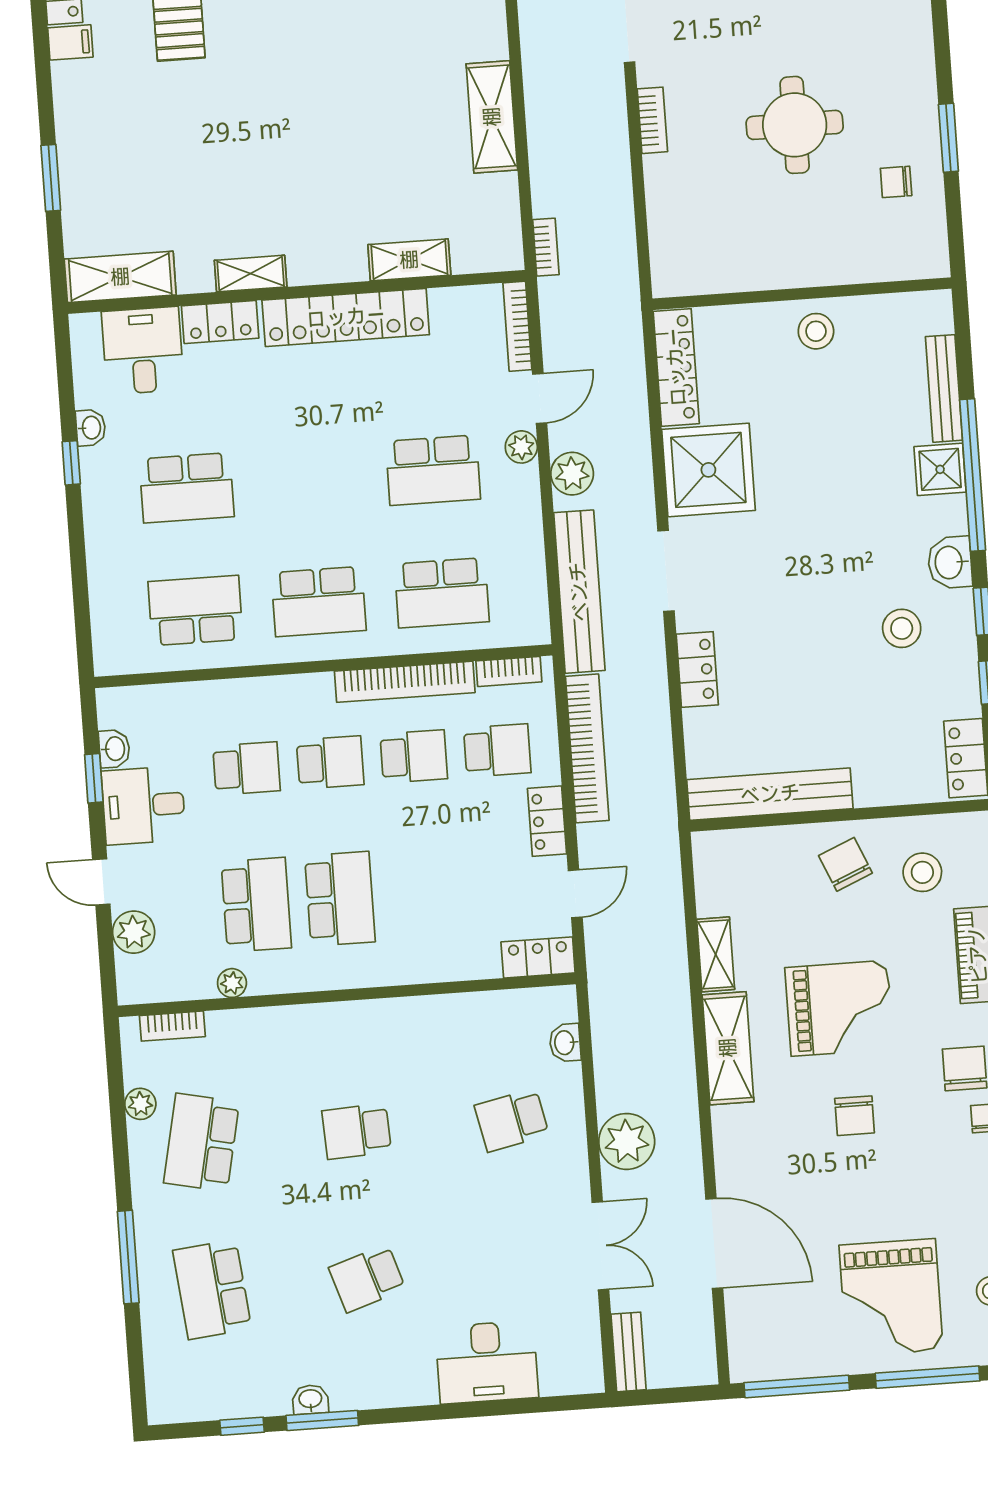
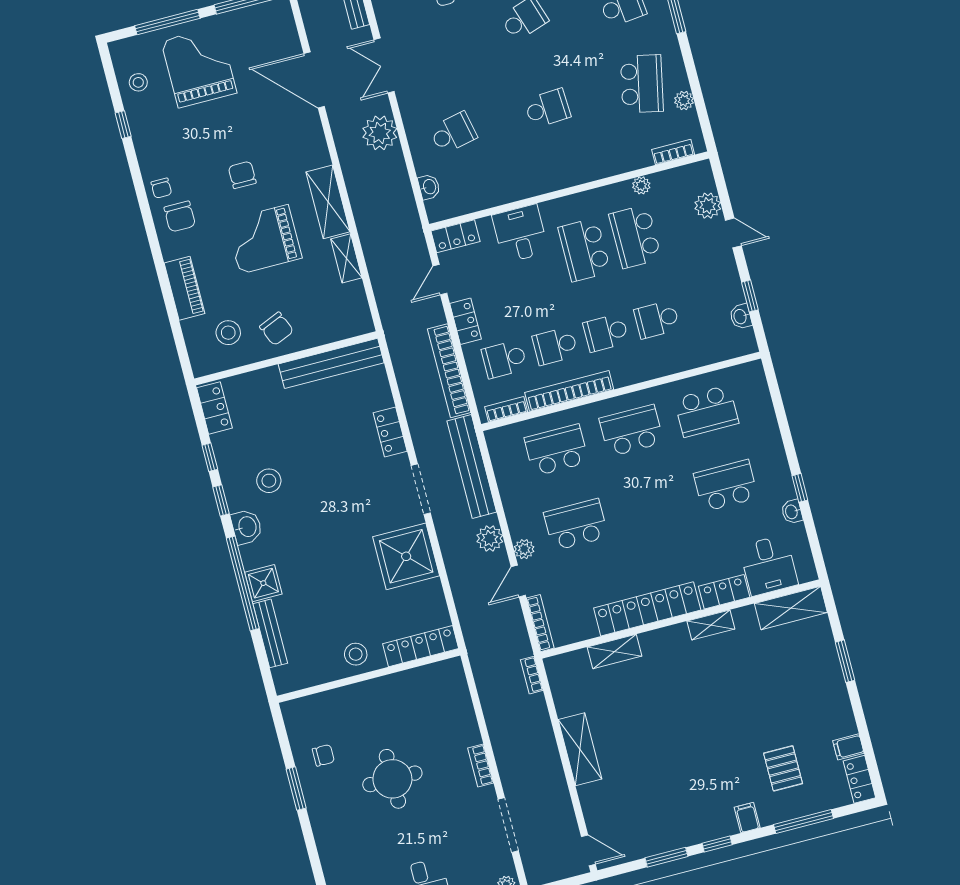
locker: (676, 367) -> (421, 646), moved, turned 90
desk: (144, 805) -> (520, 234), moved, turned -90

